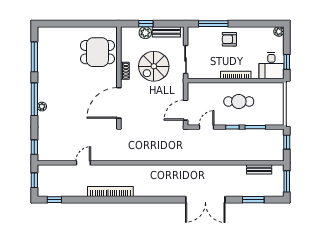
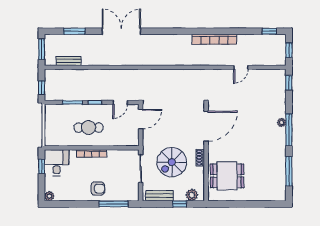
plant: (145, 33) -> (192, 195), moved
spiral stairs: (154, 66) -> (172, 162), turned 180

